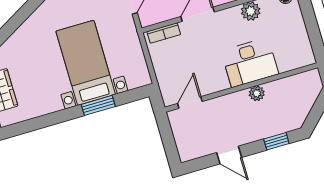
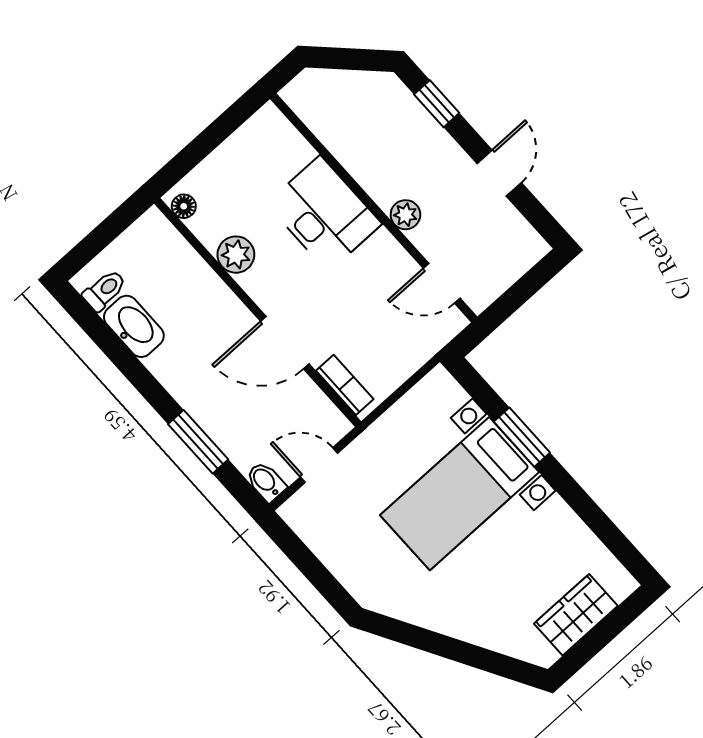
plant: (257, 93) -> (405, 215), moved

